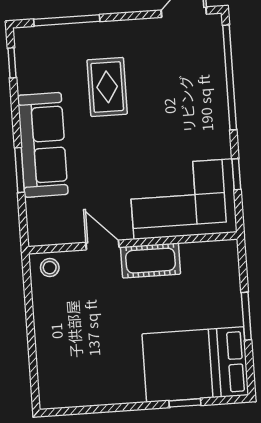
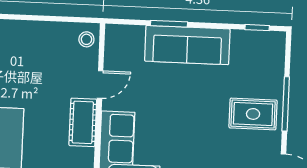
window: (67, 20) -> (286, 104), moved
rug: (107, 87) -> (253, 114), moved

